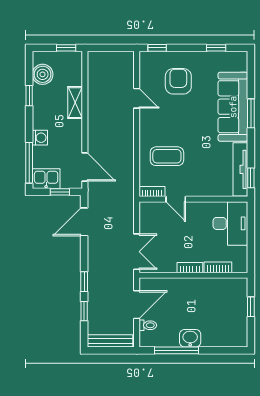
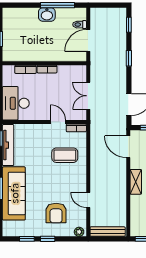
window: (157, 48) -> (48, 239), moved
plant: (148, 57) -> (79, 232), added
shelving: (75, 103) -> (136, 182), moved
double door: (137, 252) -> (88, 96), moved
window: (84, 311) -> (129, 25), moved
bench: (110, 341) -> (108, 232), moved

